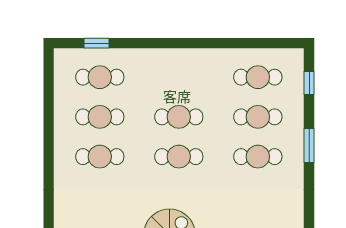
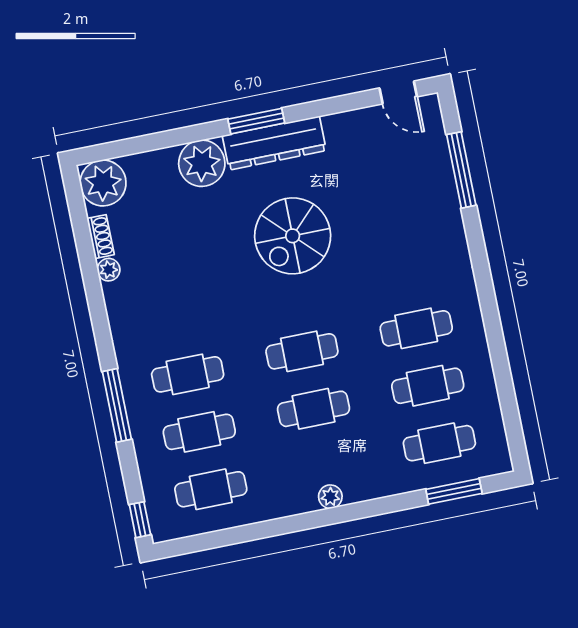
window: (97, 43) -> (454, 491), width x1.50
plant: (179, 56) -> (330, 497), added
window: (309, 83) -> (140, 520), moved
window: (309, 145) -> (117, 405), width x1.44

